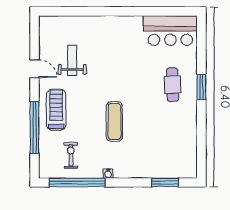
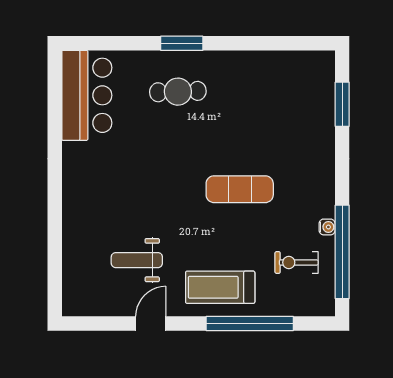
water cooler: (108, 174) -> (327, 227), moved

